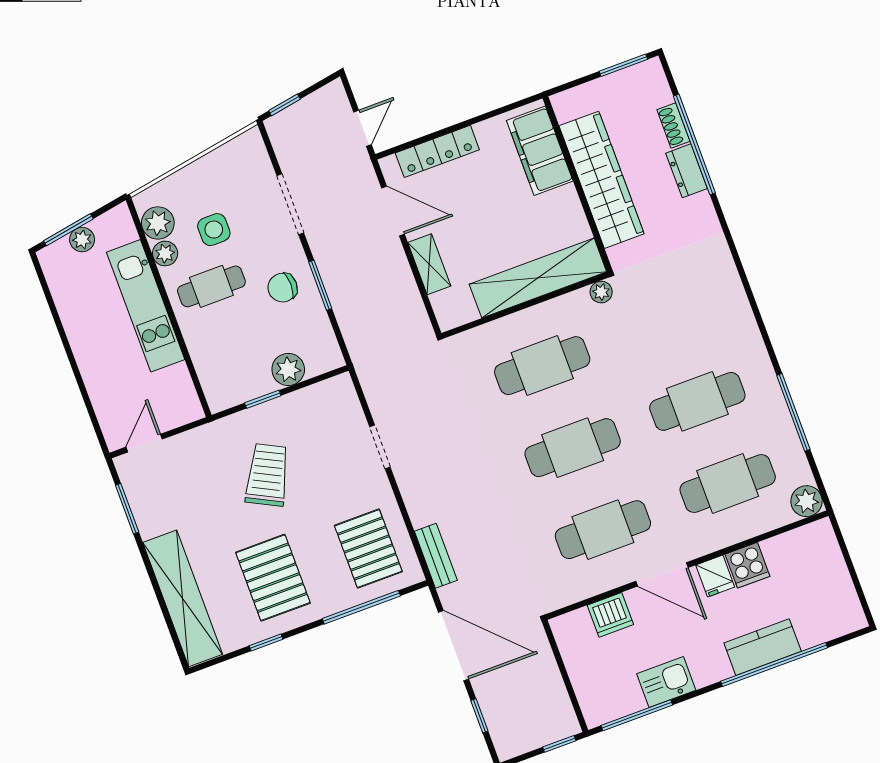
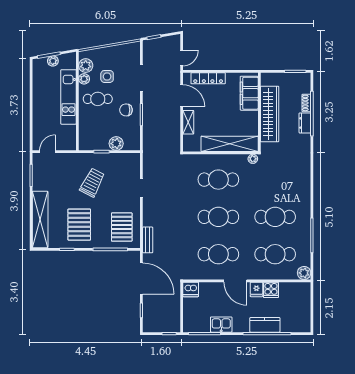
dishwasher: (610, 615) -> (191, 289), moved

